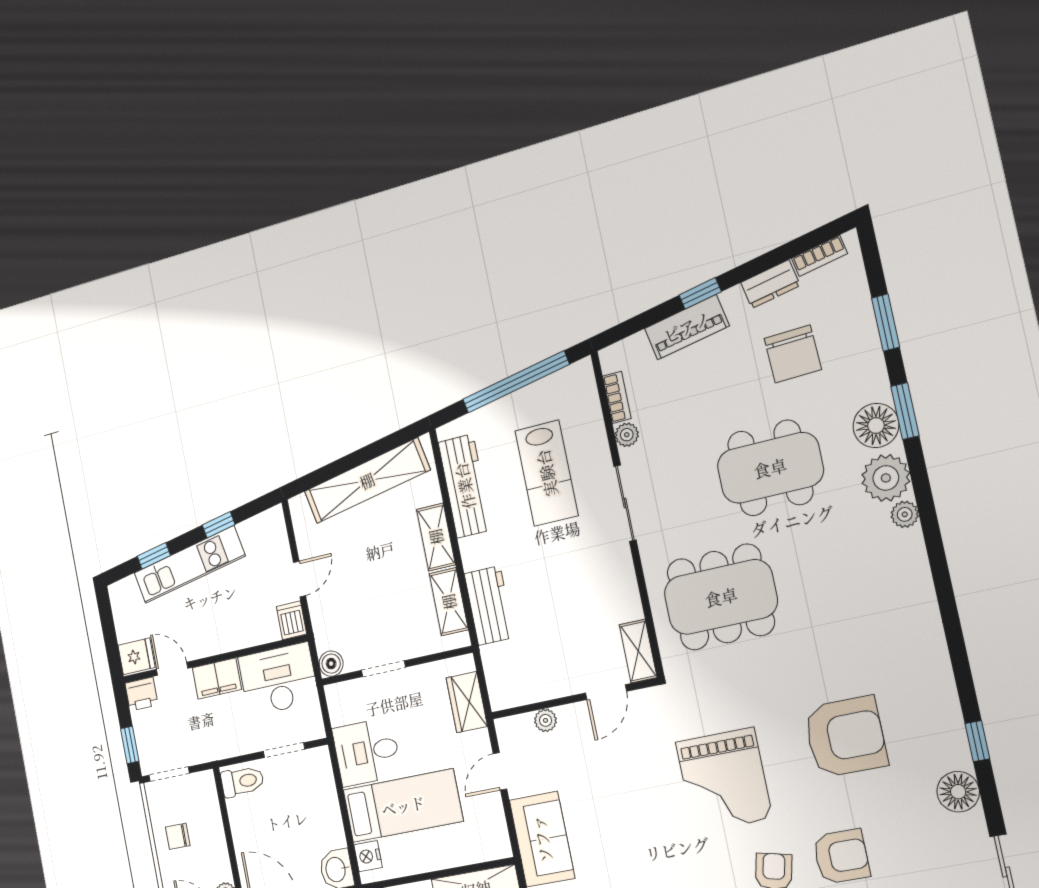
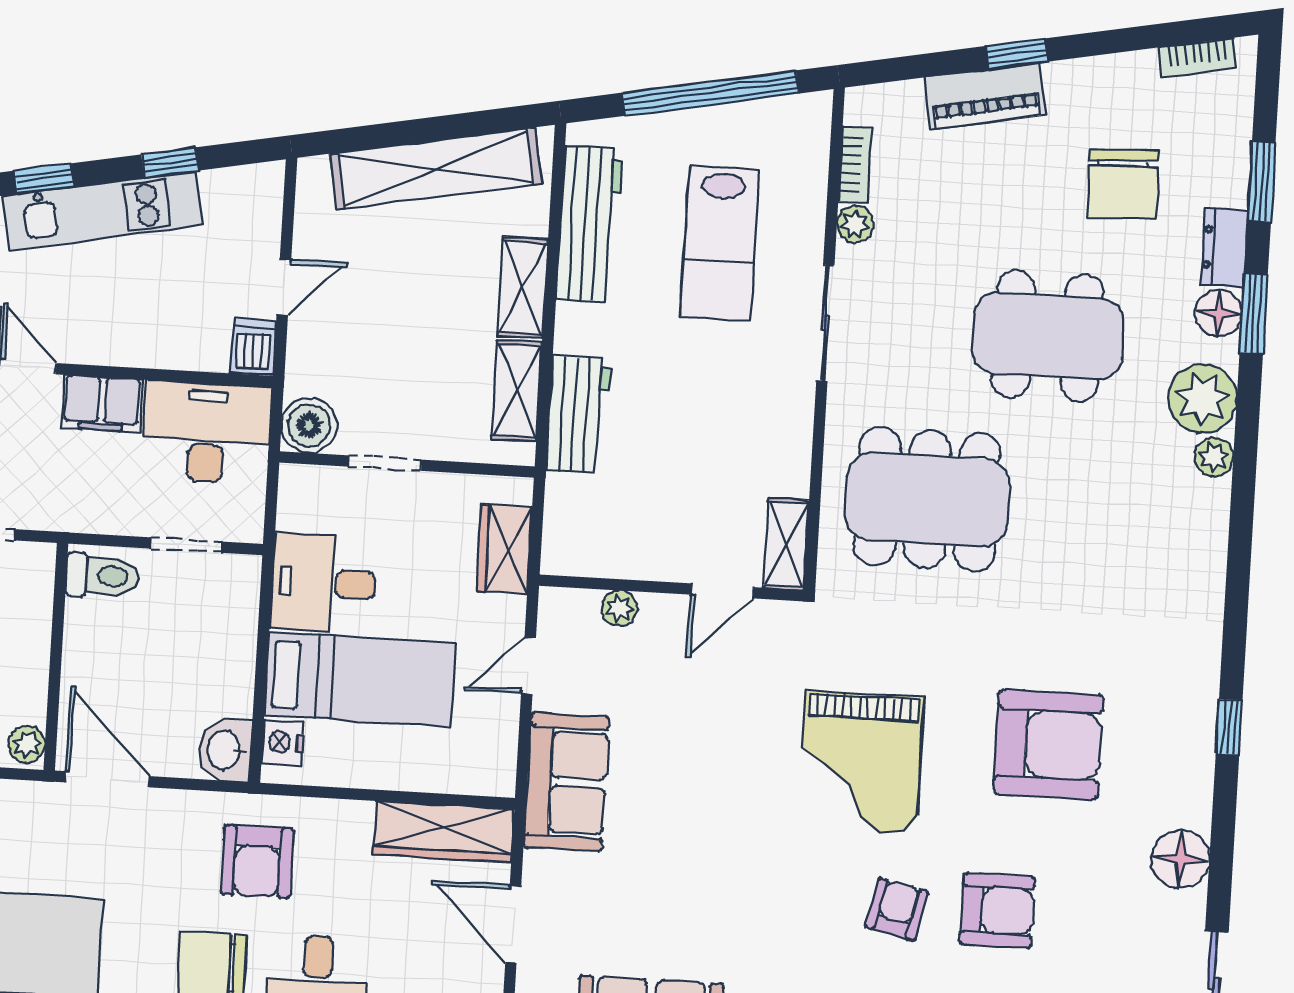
dresser: (770, 284) -> (1224, 248), moved, turned 101
floor lamp: (876, 425) -> (1218, 313), width x0.73, depth x0.73
boiler: (331, 664) -> (309, 425), width x1.36, depth x1.36
window: (977, 741) -> (1229, 727), moved

